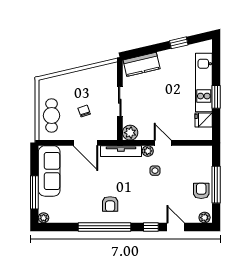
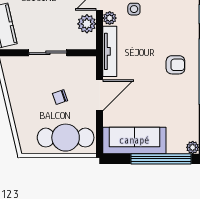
cafe table: (52, 116) -> (66, 138), width x1.37, depth x1.35
plant: (130, 133) -> (87, 24), moved
window: (34, 192) -> (161, 159), width x1.46

